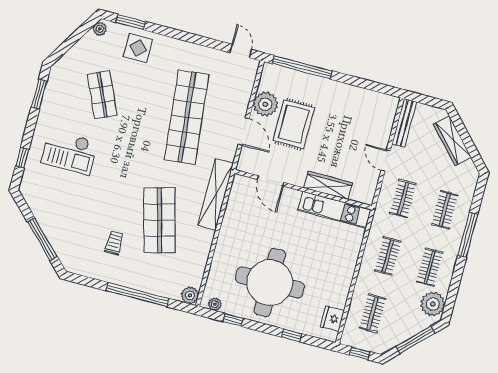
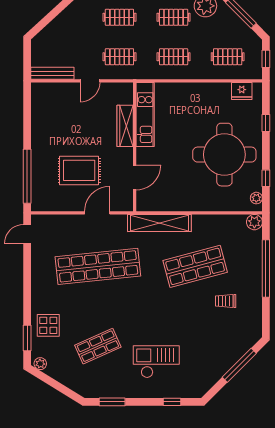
plant: (265, 104) -> (68, 200), removed
wardrobe: (452, 141) -> (57, 27), removed
checkout: (69, 152) -> (156, 362), turned -90

